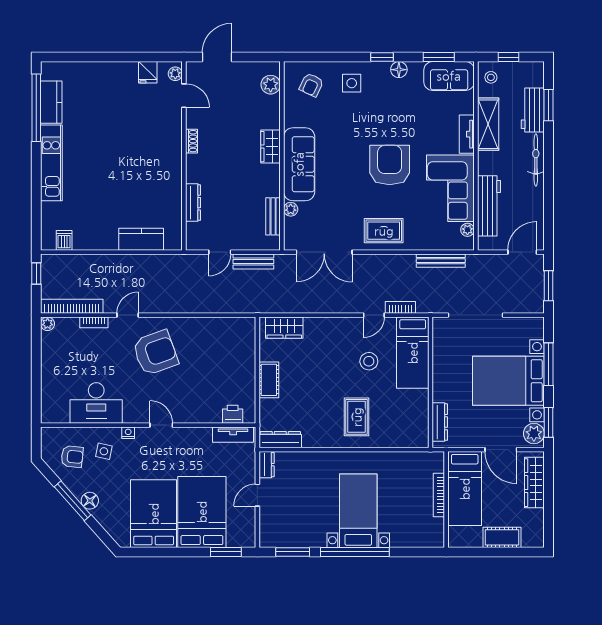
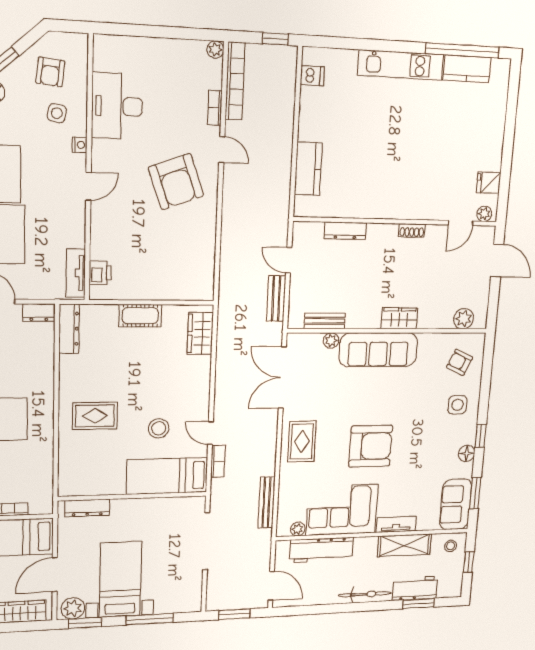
bed with nightstands: (508, 381) -> (120, 579), width x0.73

